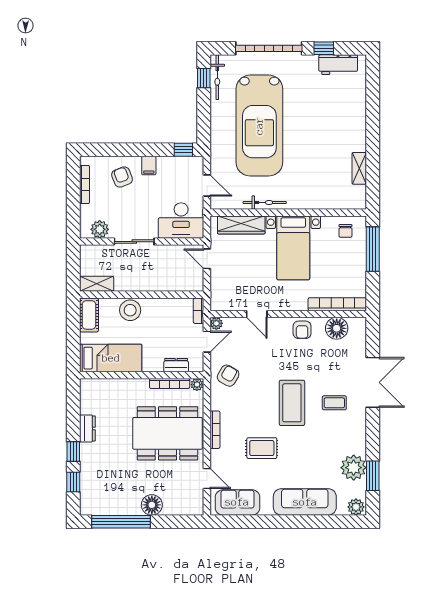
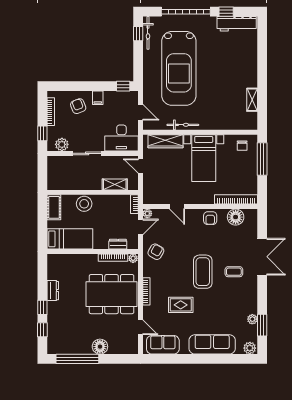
workbench: (338, 65) -> (237, 24), width x1.37
window: (73, 214) -> (42, 133), added
shelving: (97, 284) -> (115, 184), moved
plant: (354, 468) -> (252, 319), width x0.53, depth x0.53

